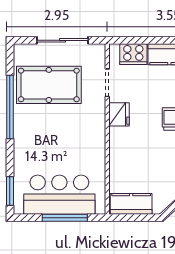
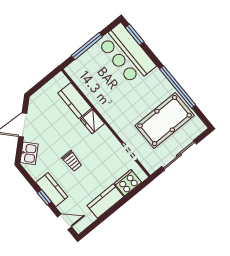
fridge: (119, 114) -> (92, 121), moved
bar counter: (59, 195) -> (126, 54), moved, turned 90
kitchen counter: (131, 204) -> (75, 101), moved, turned 90

